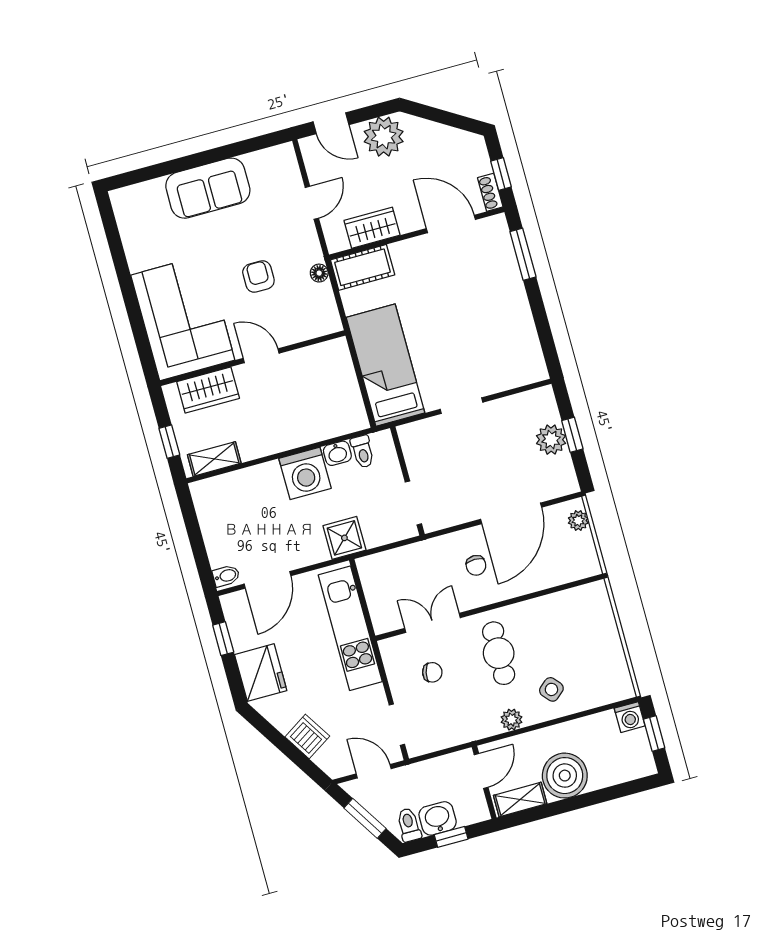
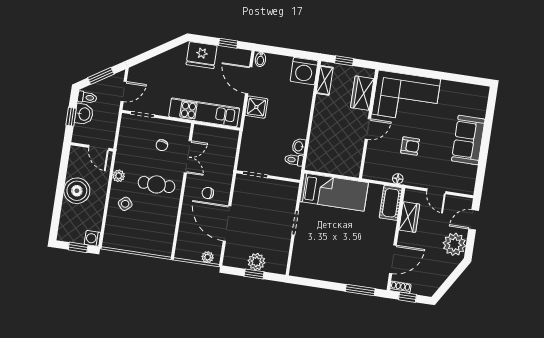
washing machine: (305, 473) -> (304, 71), moved, turned -90
shower: (344, 538) -> (256, 107), moved
dishwasher: (307, 736) -> (157, 65), removed
shelving: (520, 799) -> (75, 162), removed

